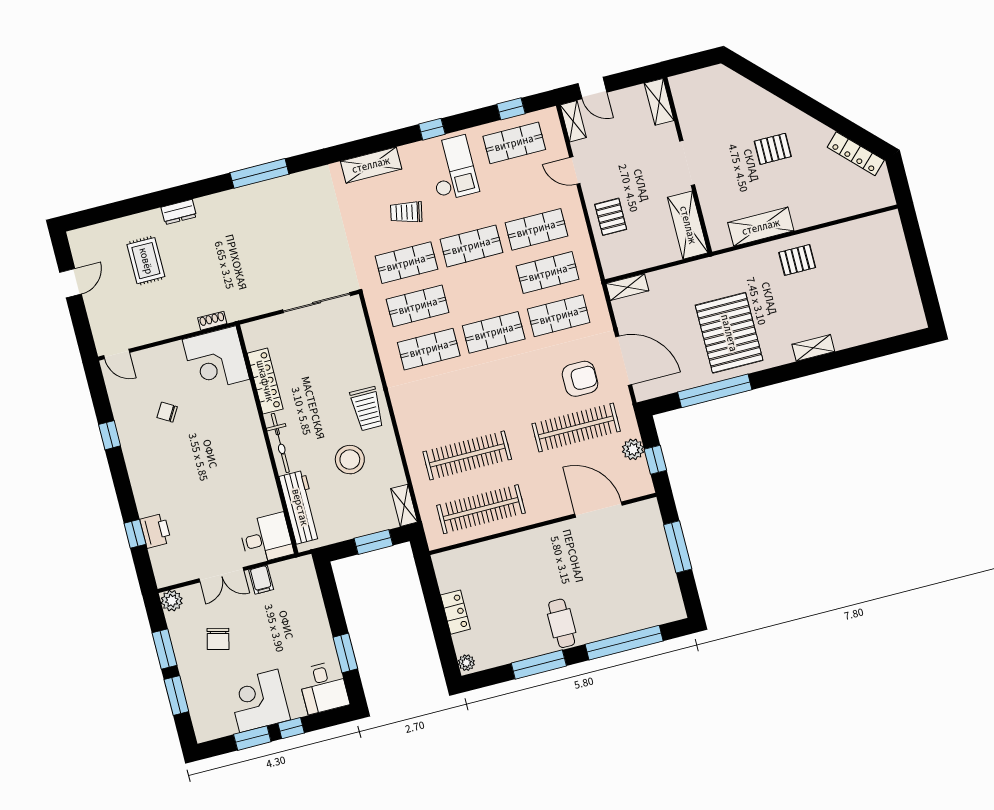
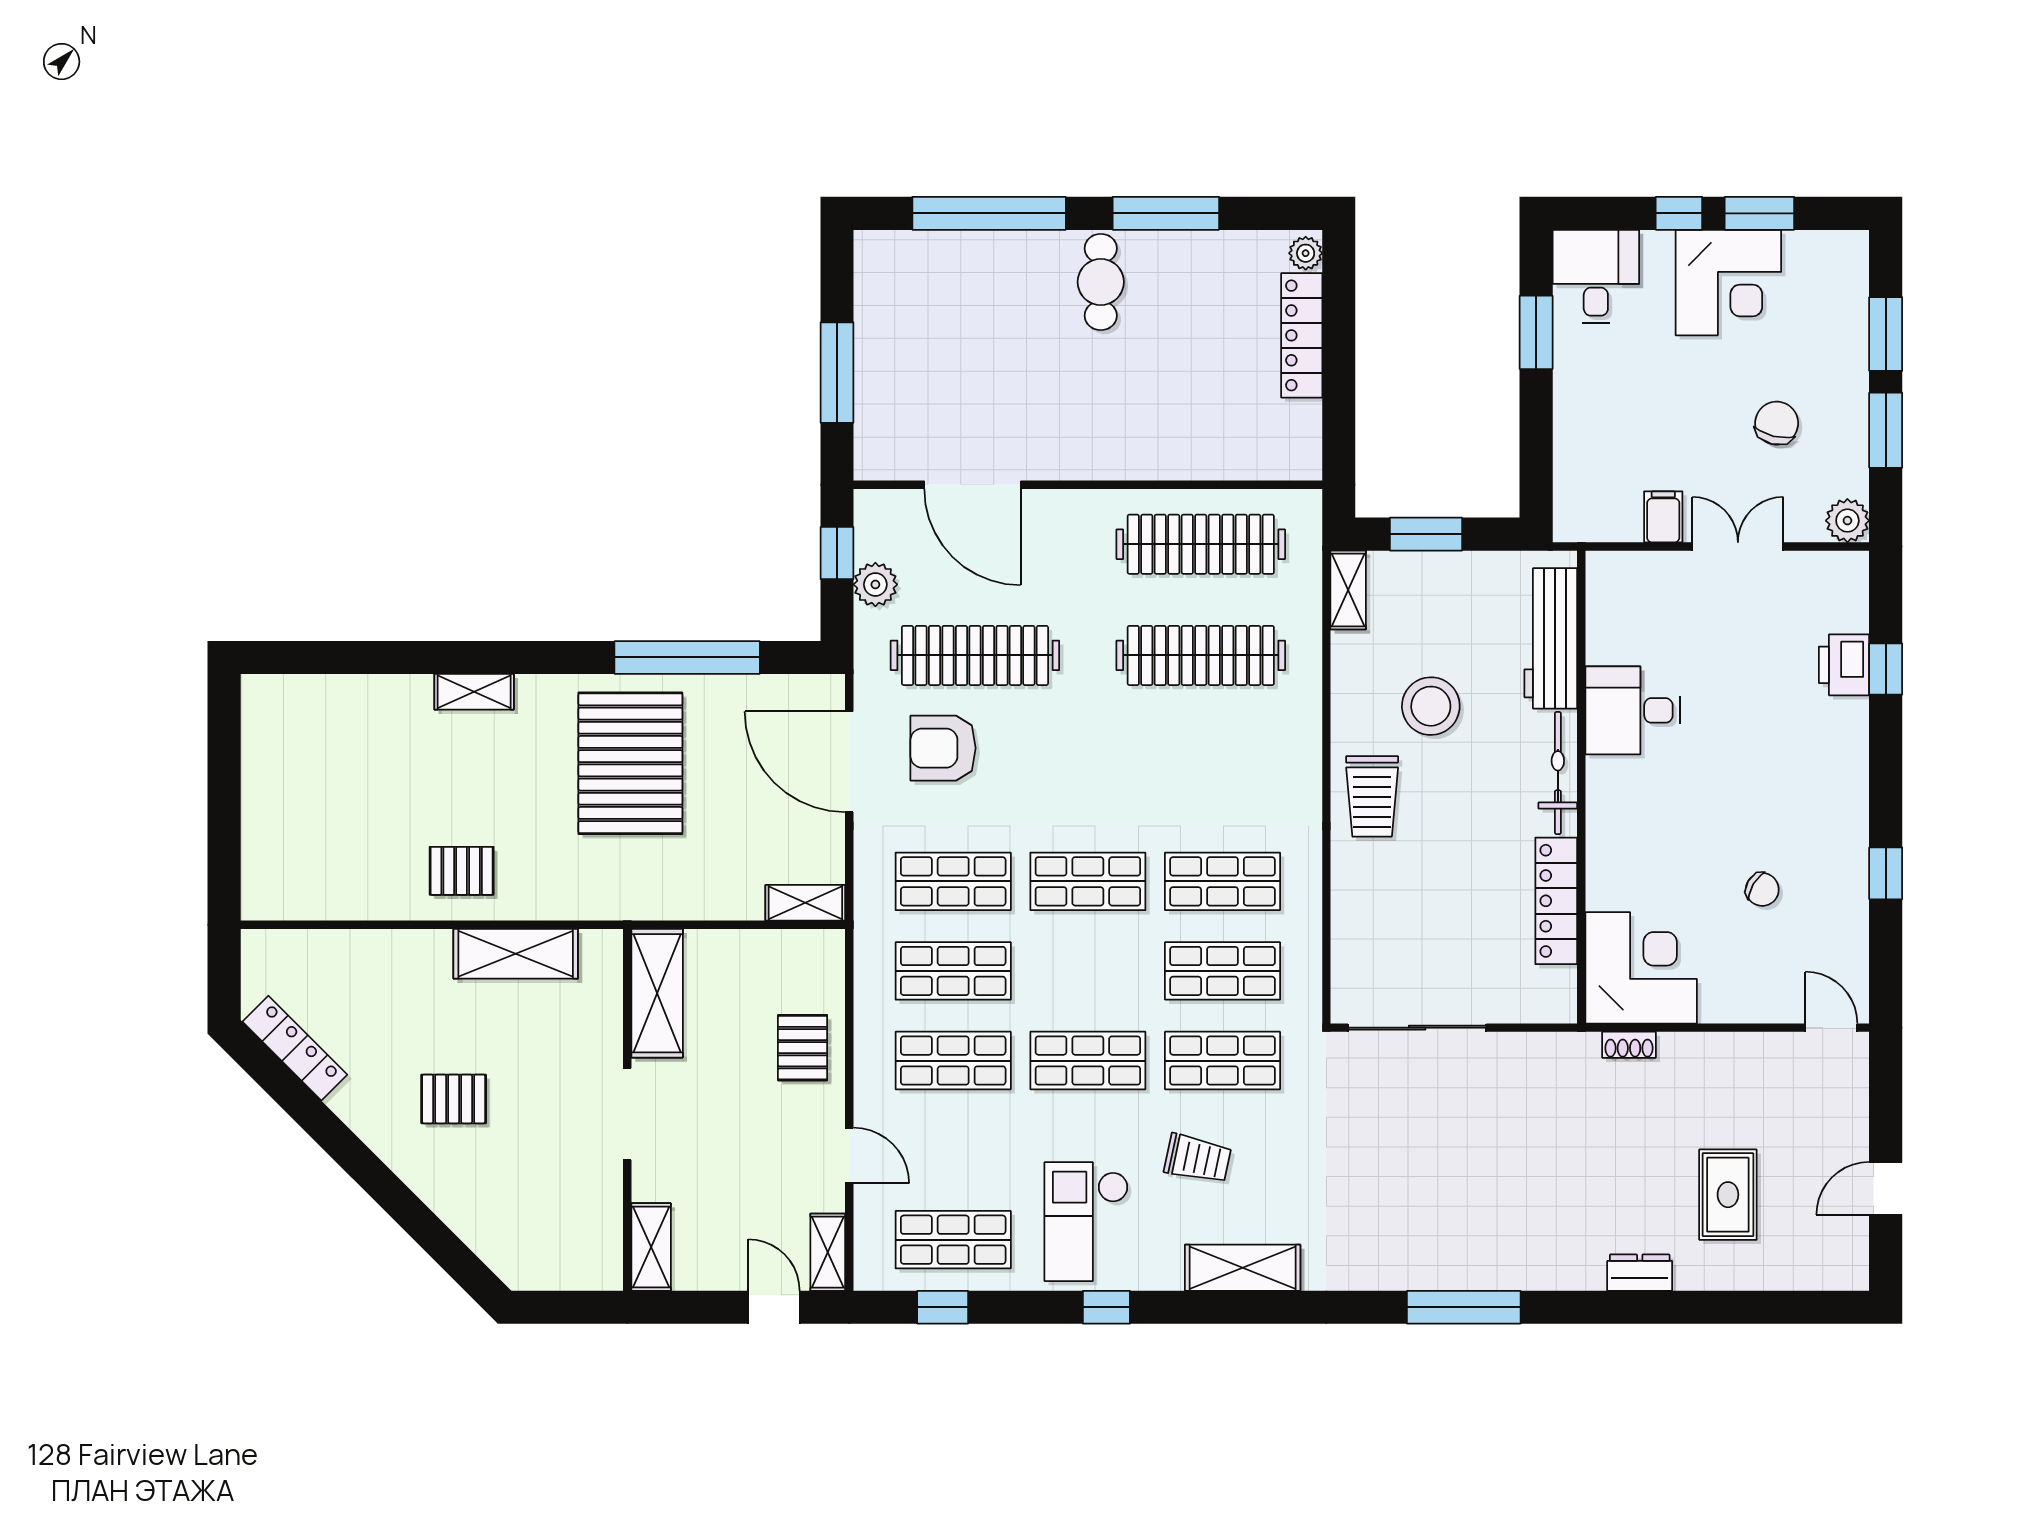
trolley: (367, 409) -> (1372, 796), turned 180
desk: (266, 538) -> (1633, 710), moved
locker: (455, 612) -> (1302, 335), width x1.53

